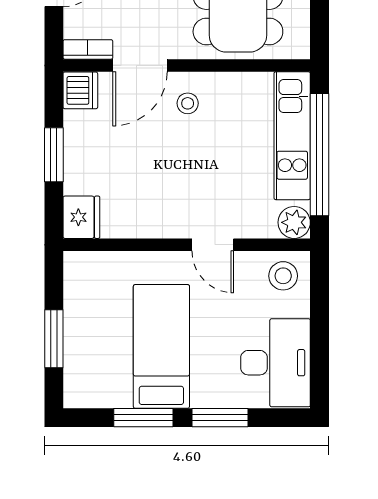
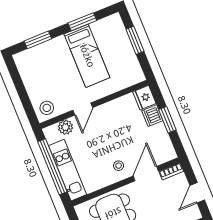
dishwasher: (80, 90) -> (152, 116), moved
plant: (294, 222) -> (65, 127), moved
door: (213, 245) -> (83, 109), swing flipped
desk: (276, 363) -> (35, 69), removed
window: (220, 418) -> (38, 40), moved

